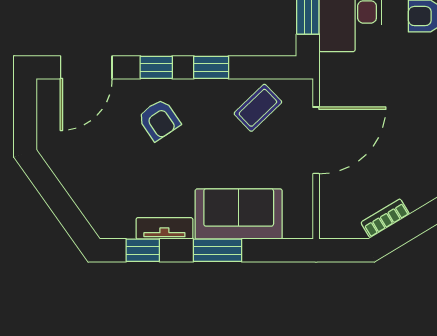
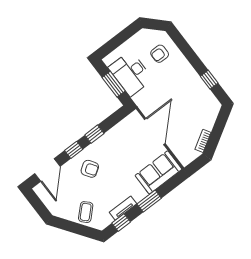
coffee table: (258, 108) -> (86, 212), moved
sofa: (239, 214) -> (158, 172), moved

